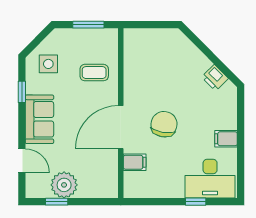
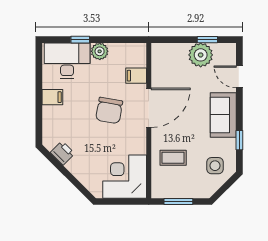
corner desk: (147, 52) -> (125, 177), added
plant: (174, 189) -> (100, 51), added

